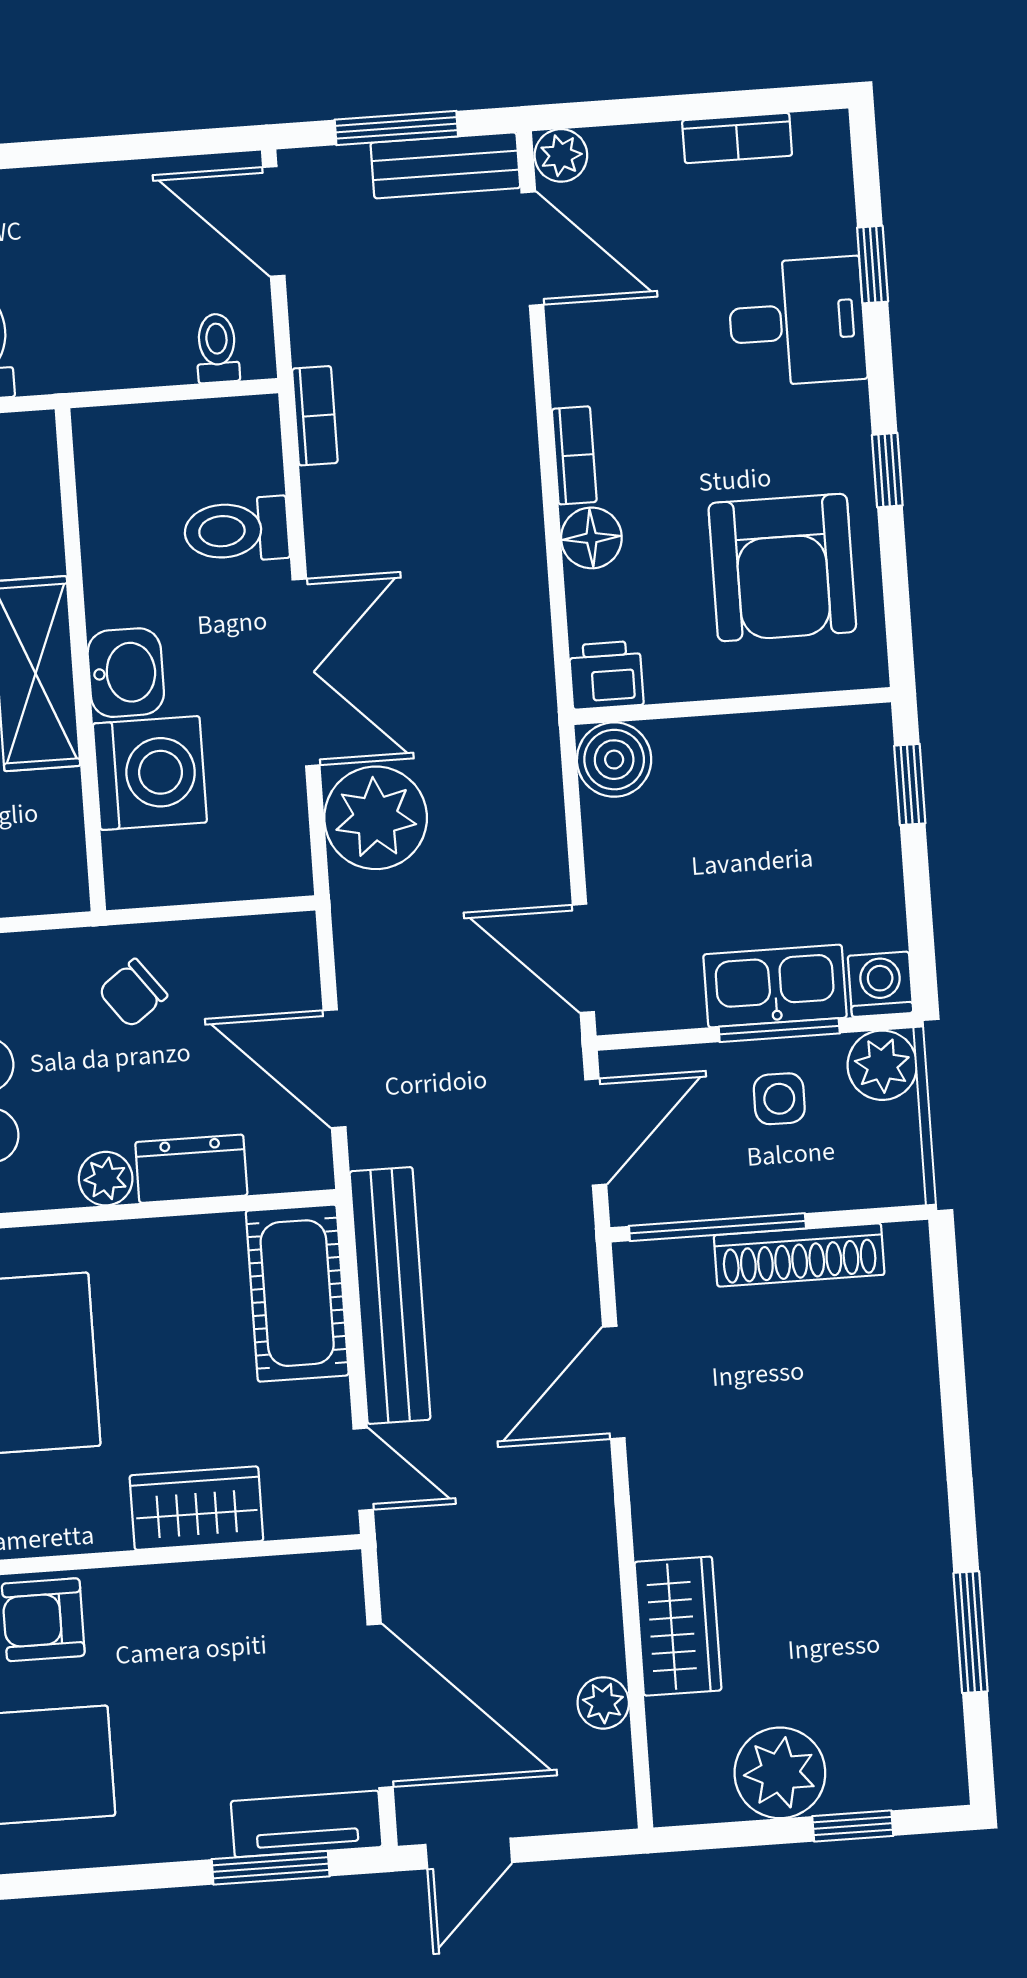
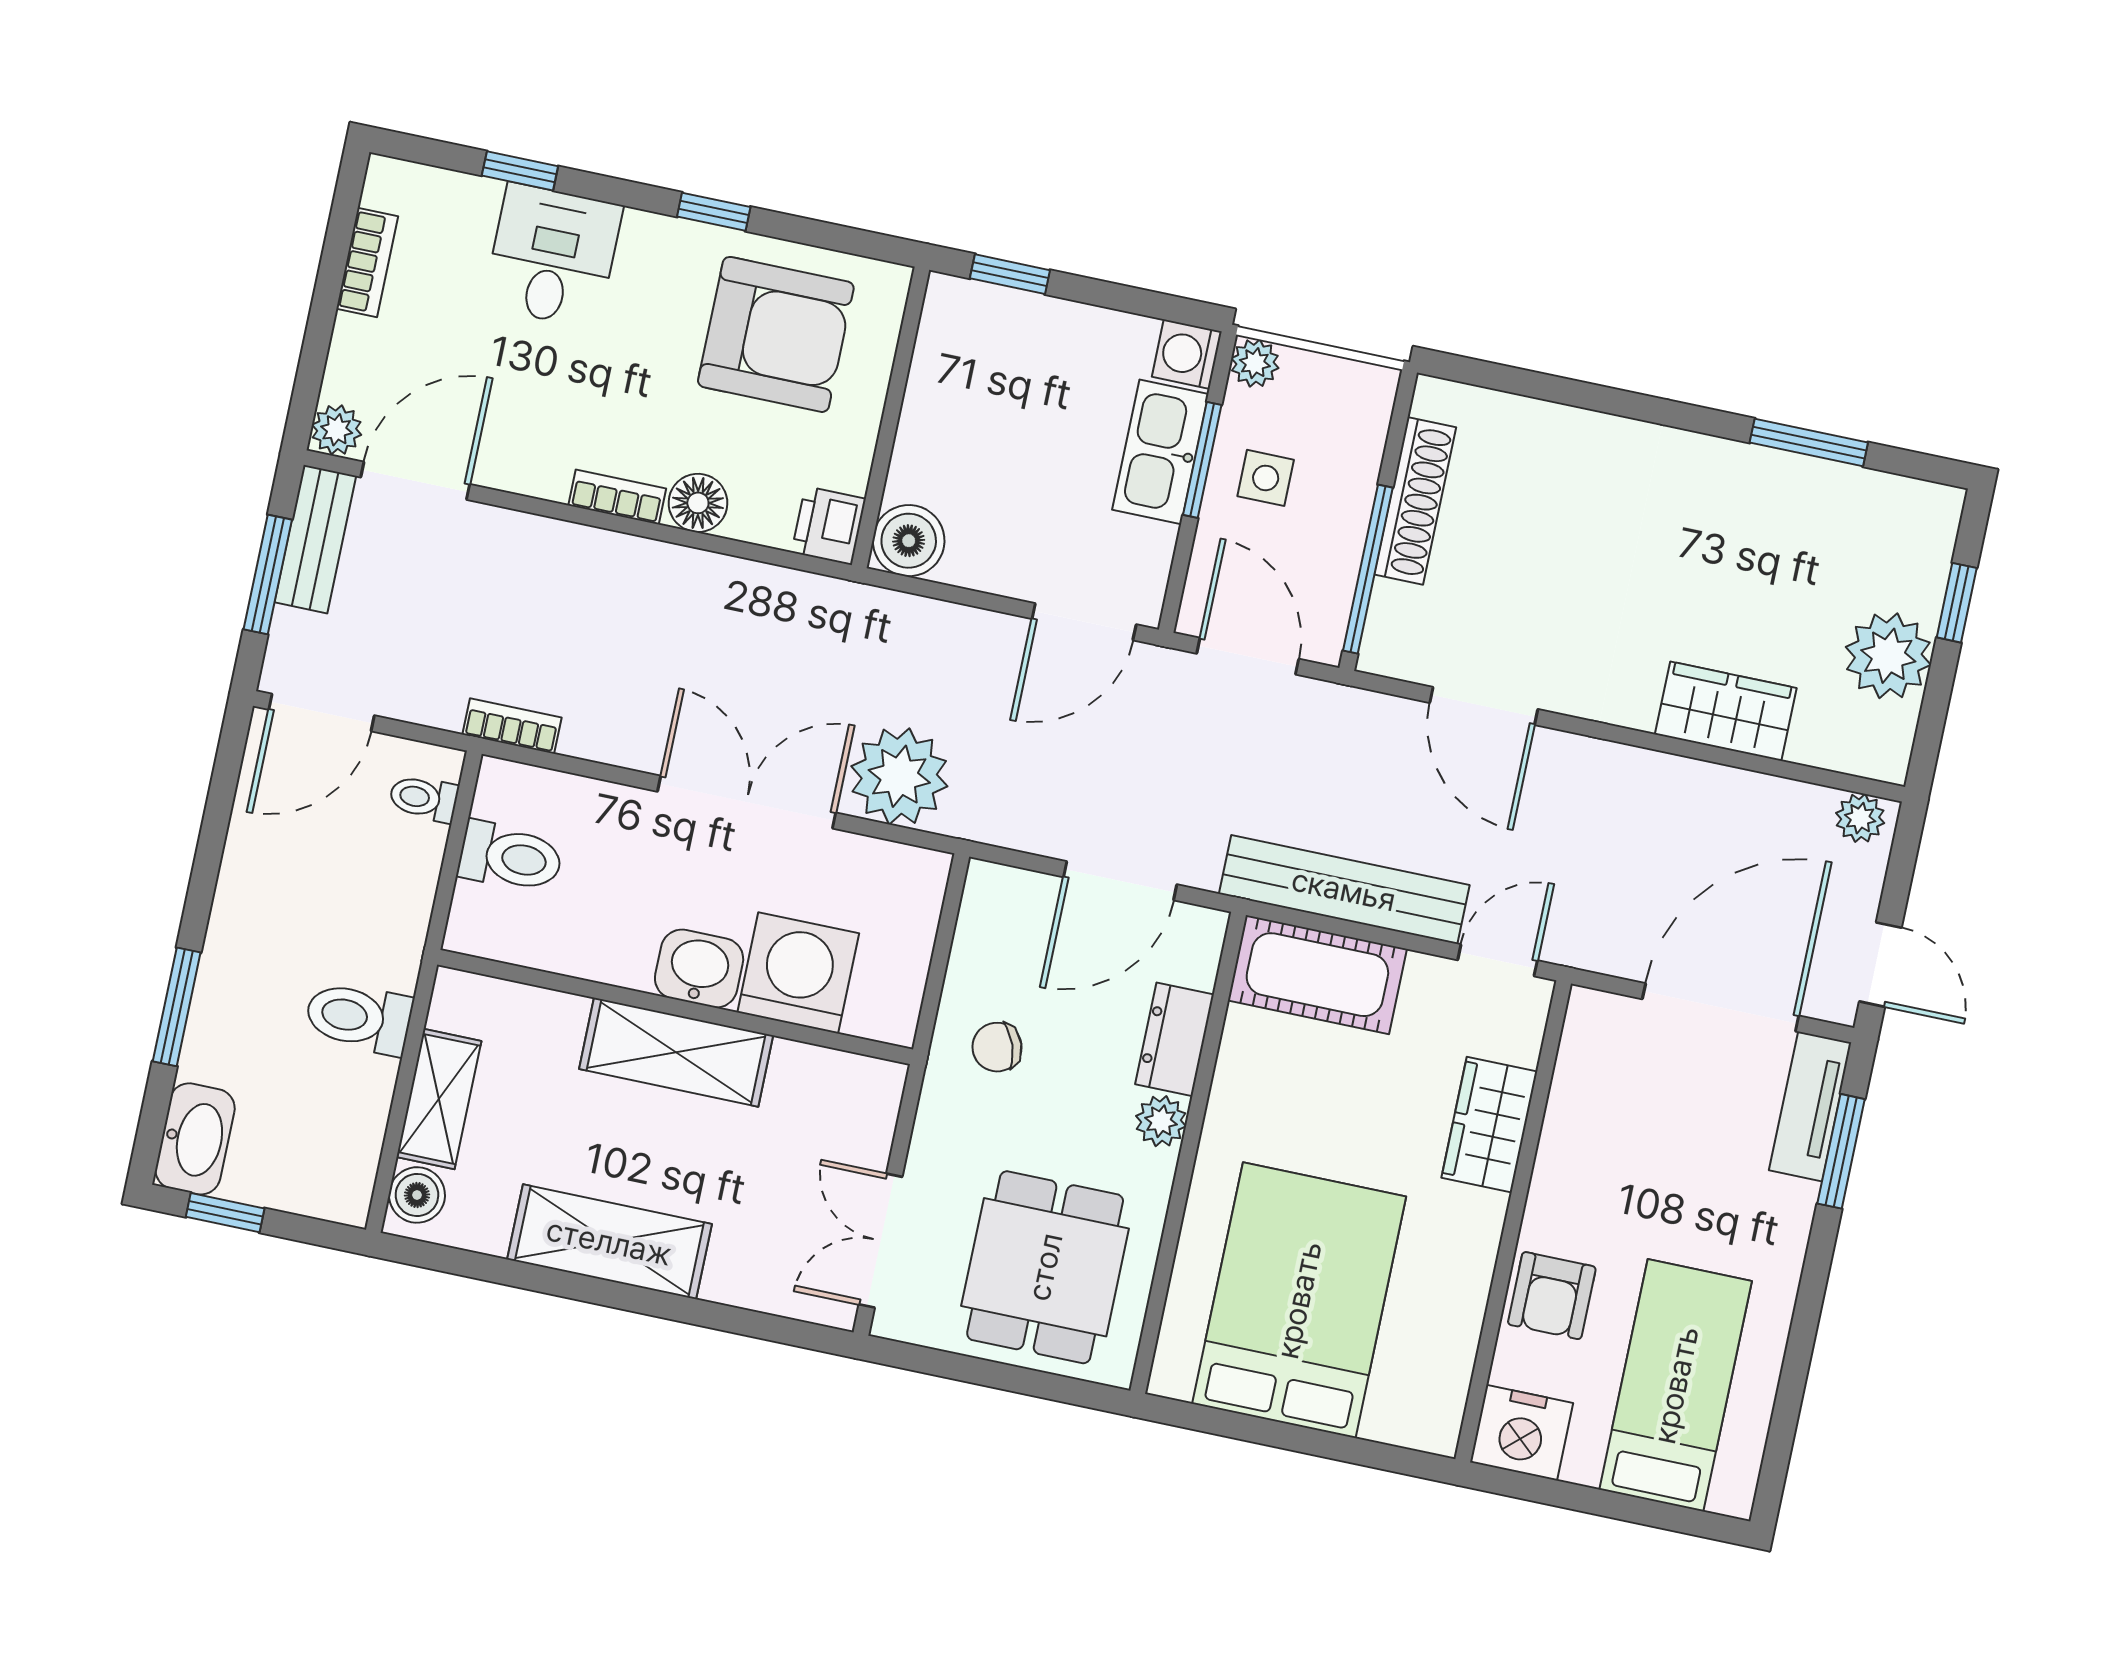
toilet: (236, 530) -> (510, 857), moved, turned -90
chair: (133, 993) -> (997, 1047), turned 107
plant: (882, 1065) -> (1255, 363), width x0.73, depth x0.73
plant: (603, 1703) -> (1860, 818), moved

